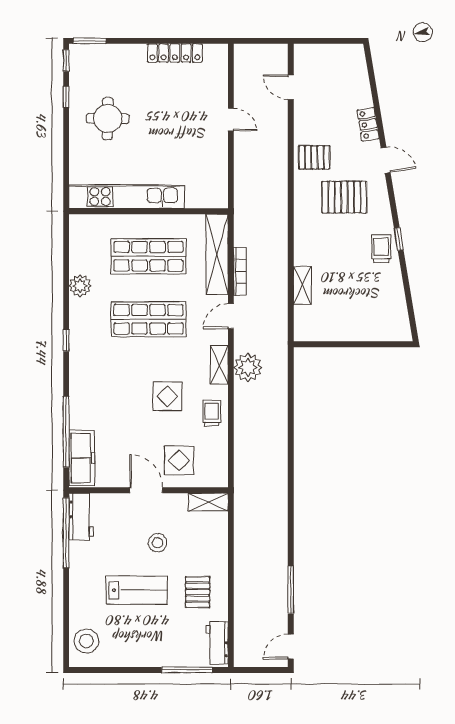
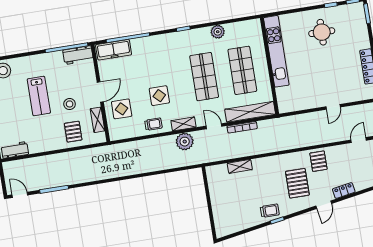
shelving: (208, 502) -> (97, 120), moved
pallet: (198, 592) -> (73, 132), moved, turned 90

